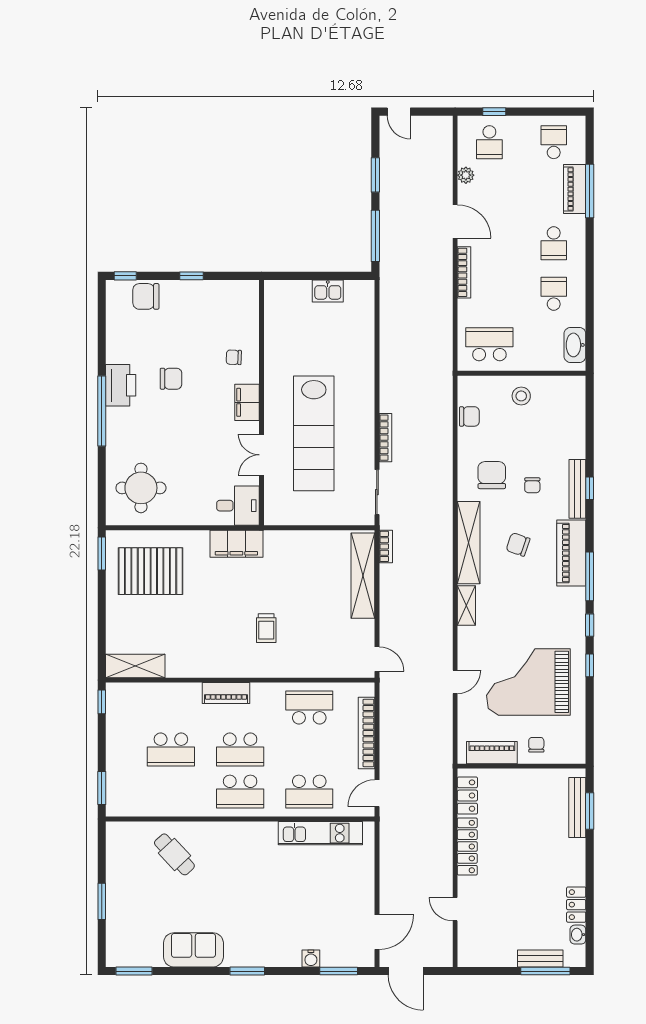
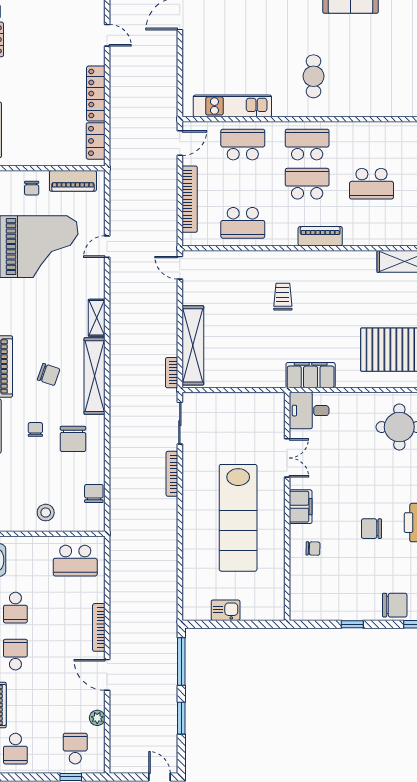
chair: (469, 416) -> (94, 493), turned 90
lab bench: (314, 433) -> (238, 518), moved, turned 180
school desk: (171, 750) -> (372, 184), turned 180
cafe table: (174, 854) -> (313, 76), moved, turned 43

